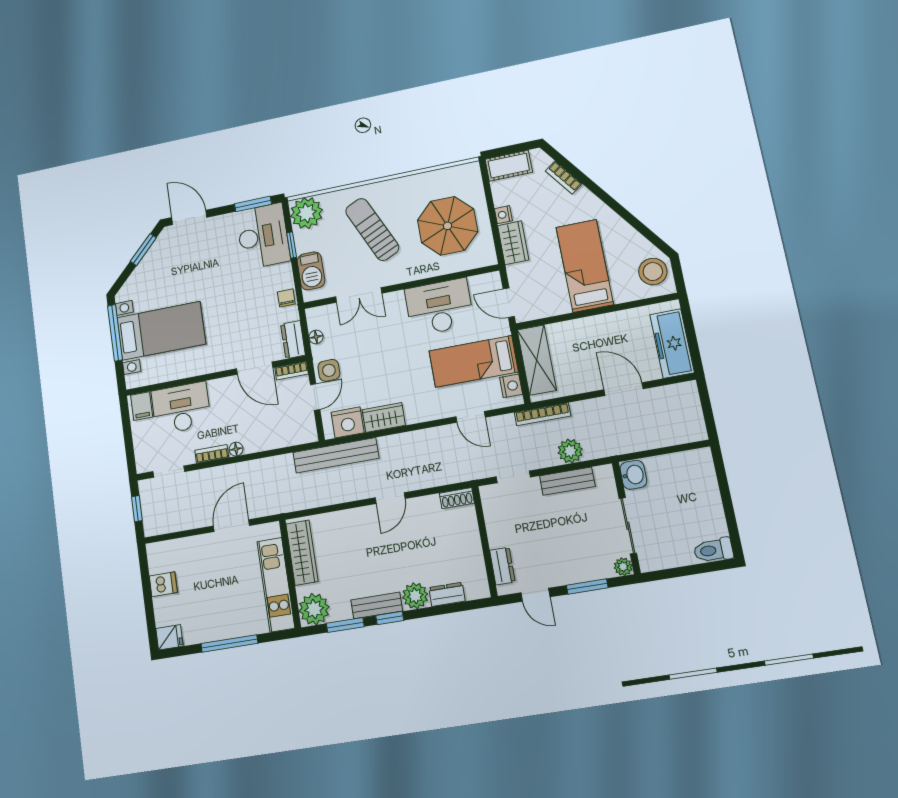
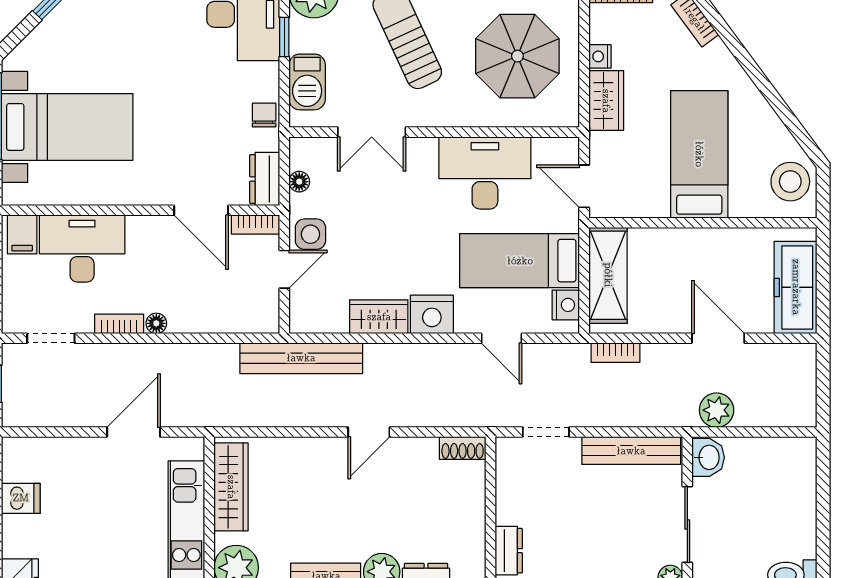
bookcase: (543, 414) -> (615, 353), width x0.64
nightstand: (348, 422) -> (432, 314), moved
plant: (570, 451) -> (717, 410), moved
bench: (567, 481) -> (631, 451), width x1.36

